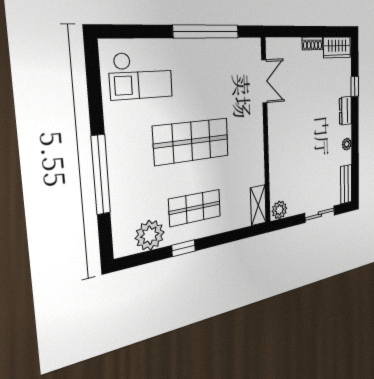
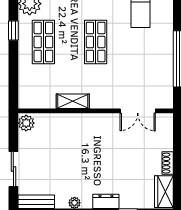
shop shelf: (192, 141) -> (96, 42), width x0.70, depth x0.74
shelving: (258, 205) -> (73, 101), moved

